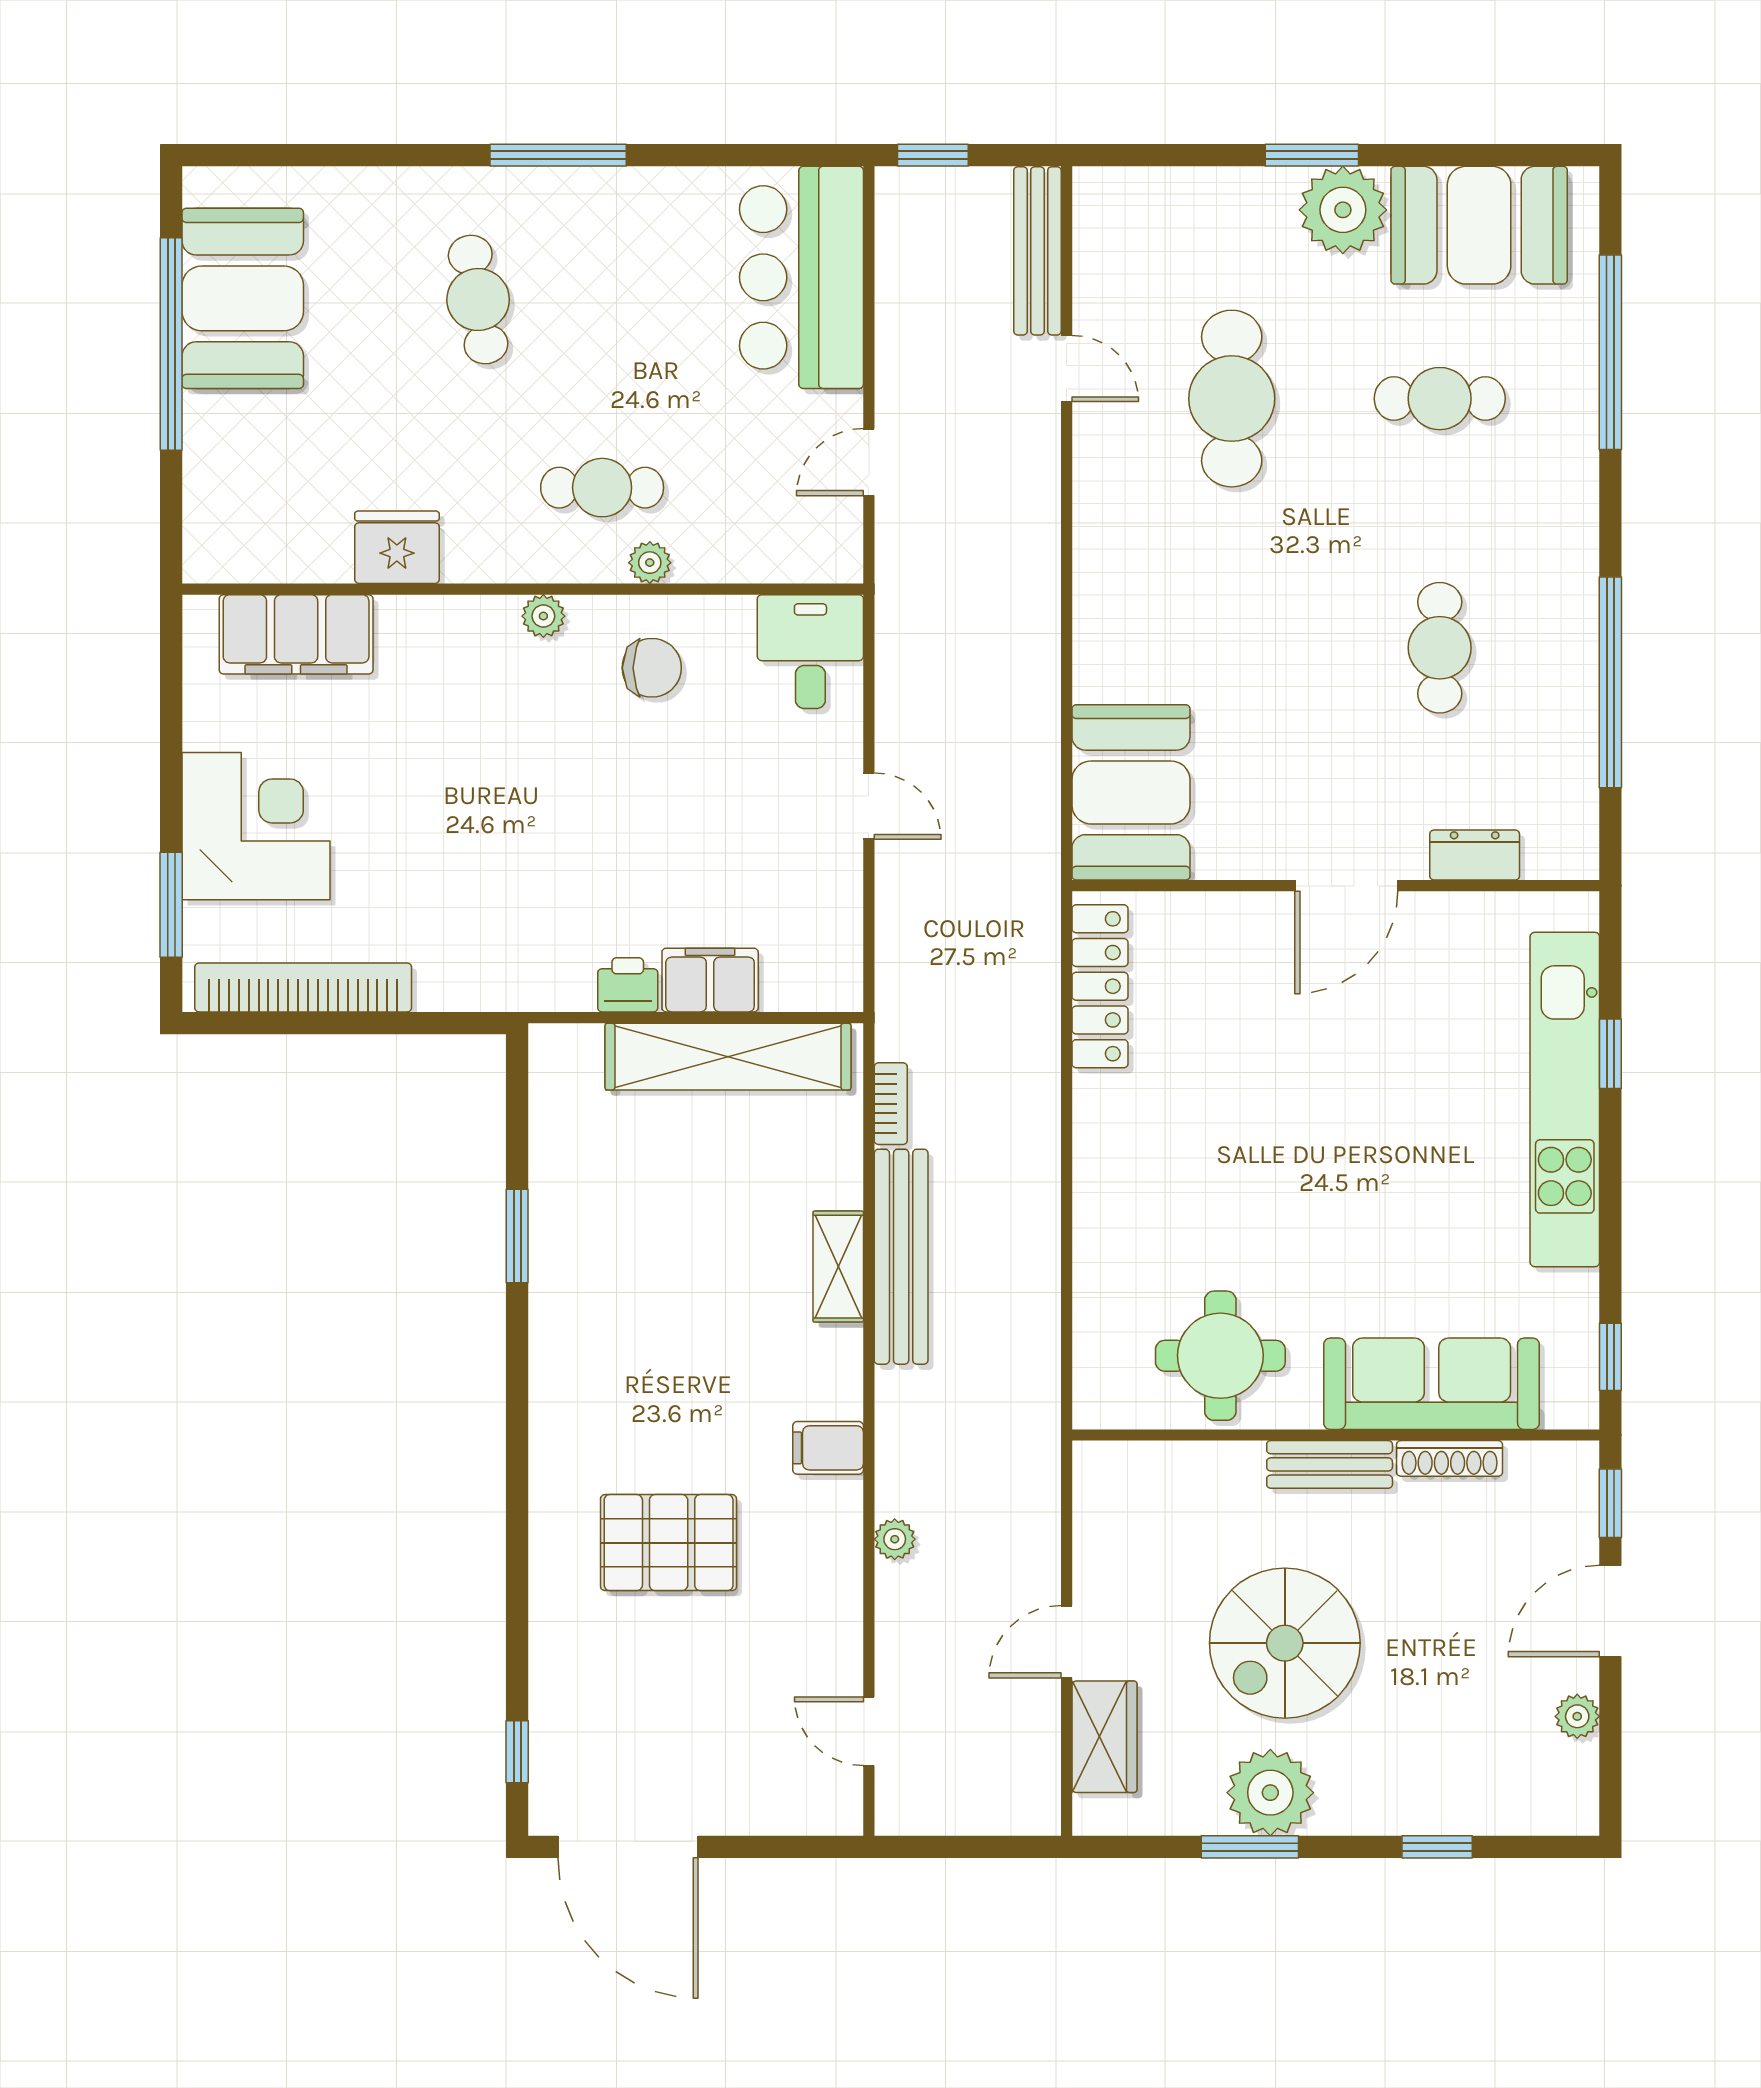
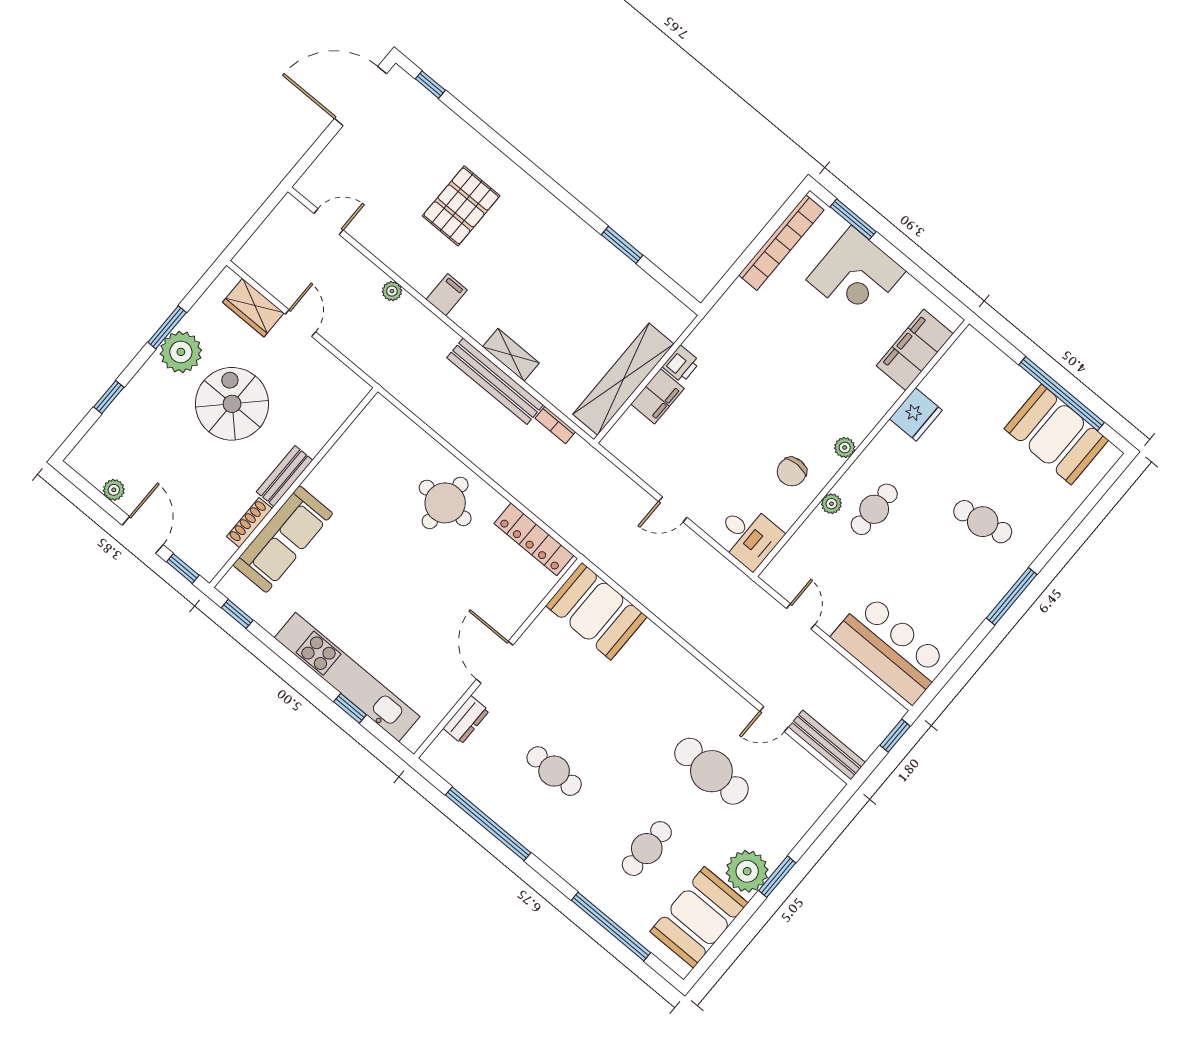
round table: (1220, 1356) -> (445, 503), moved

